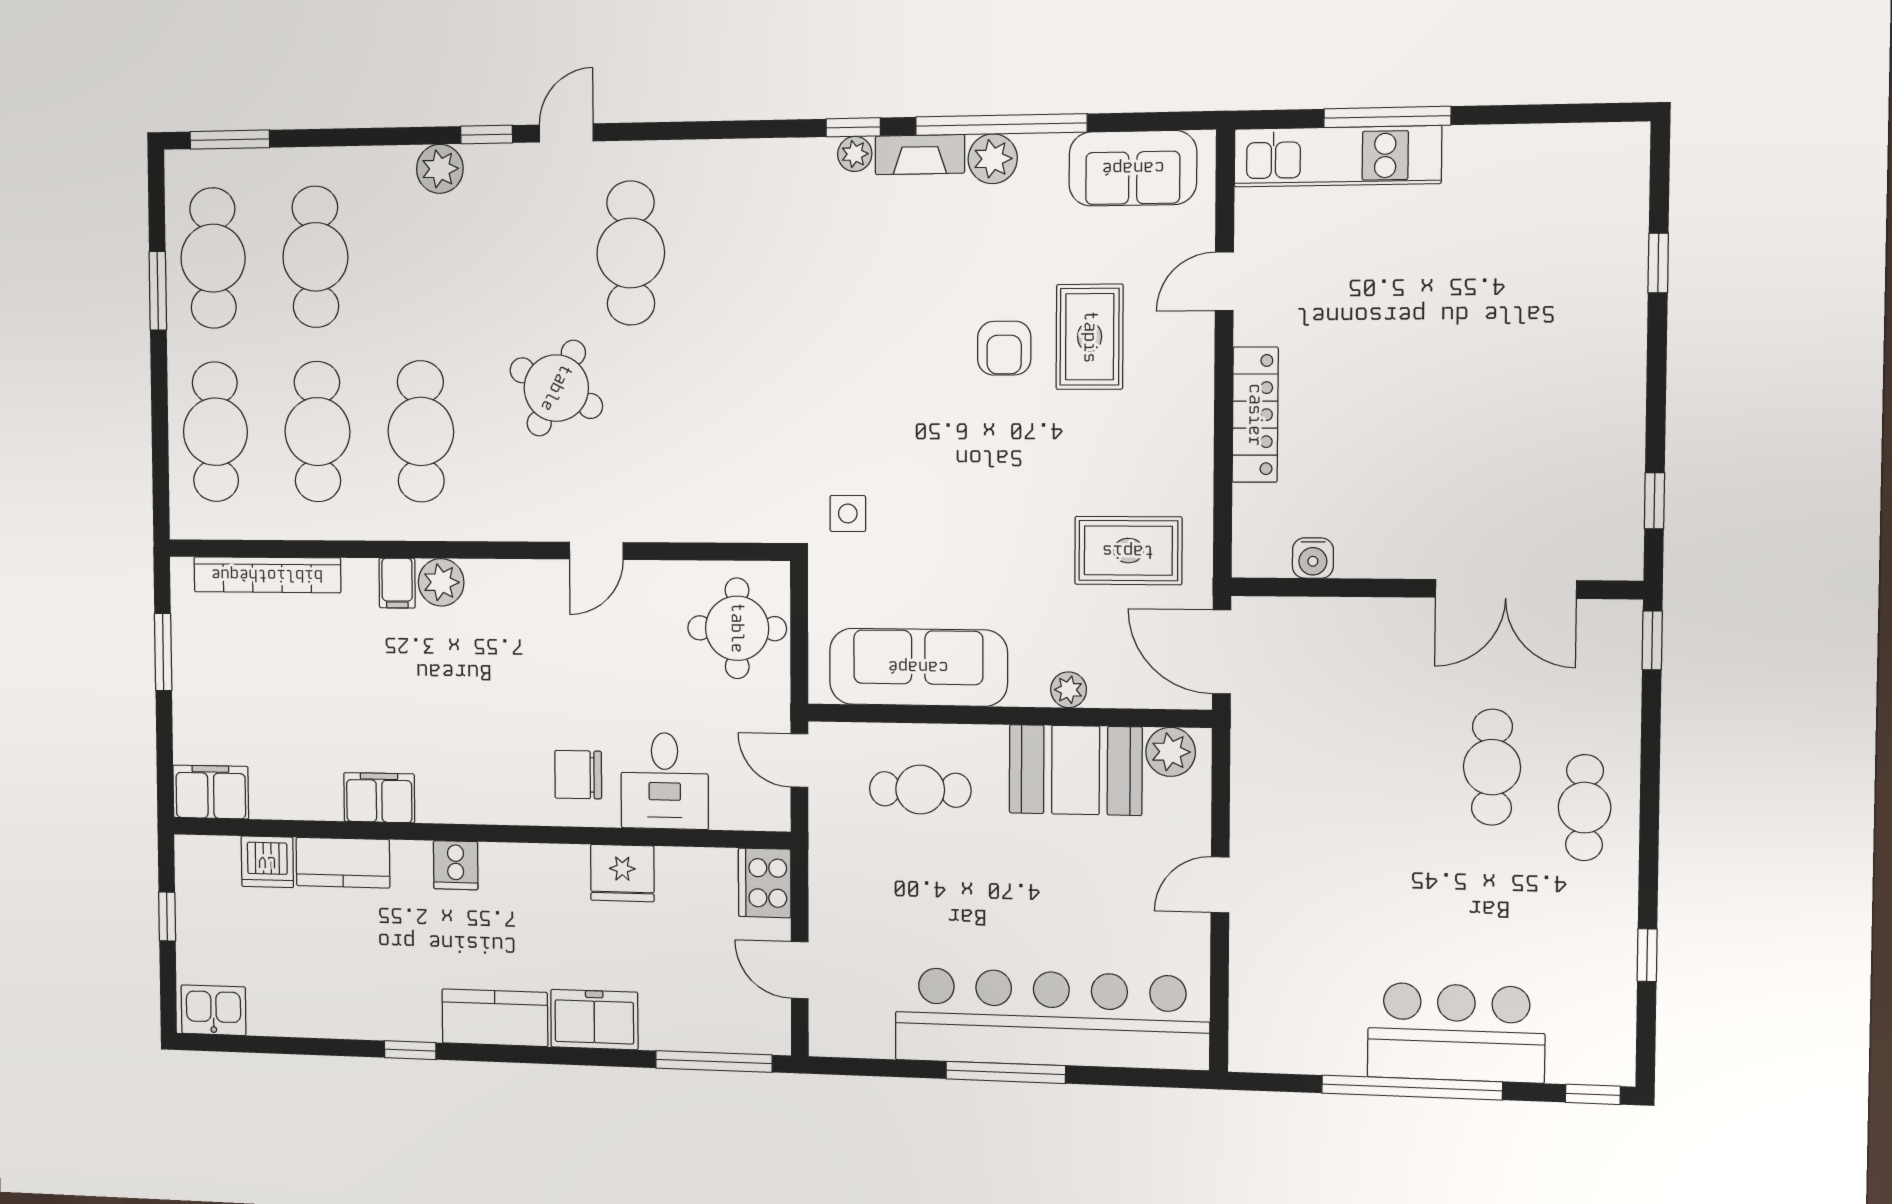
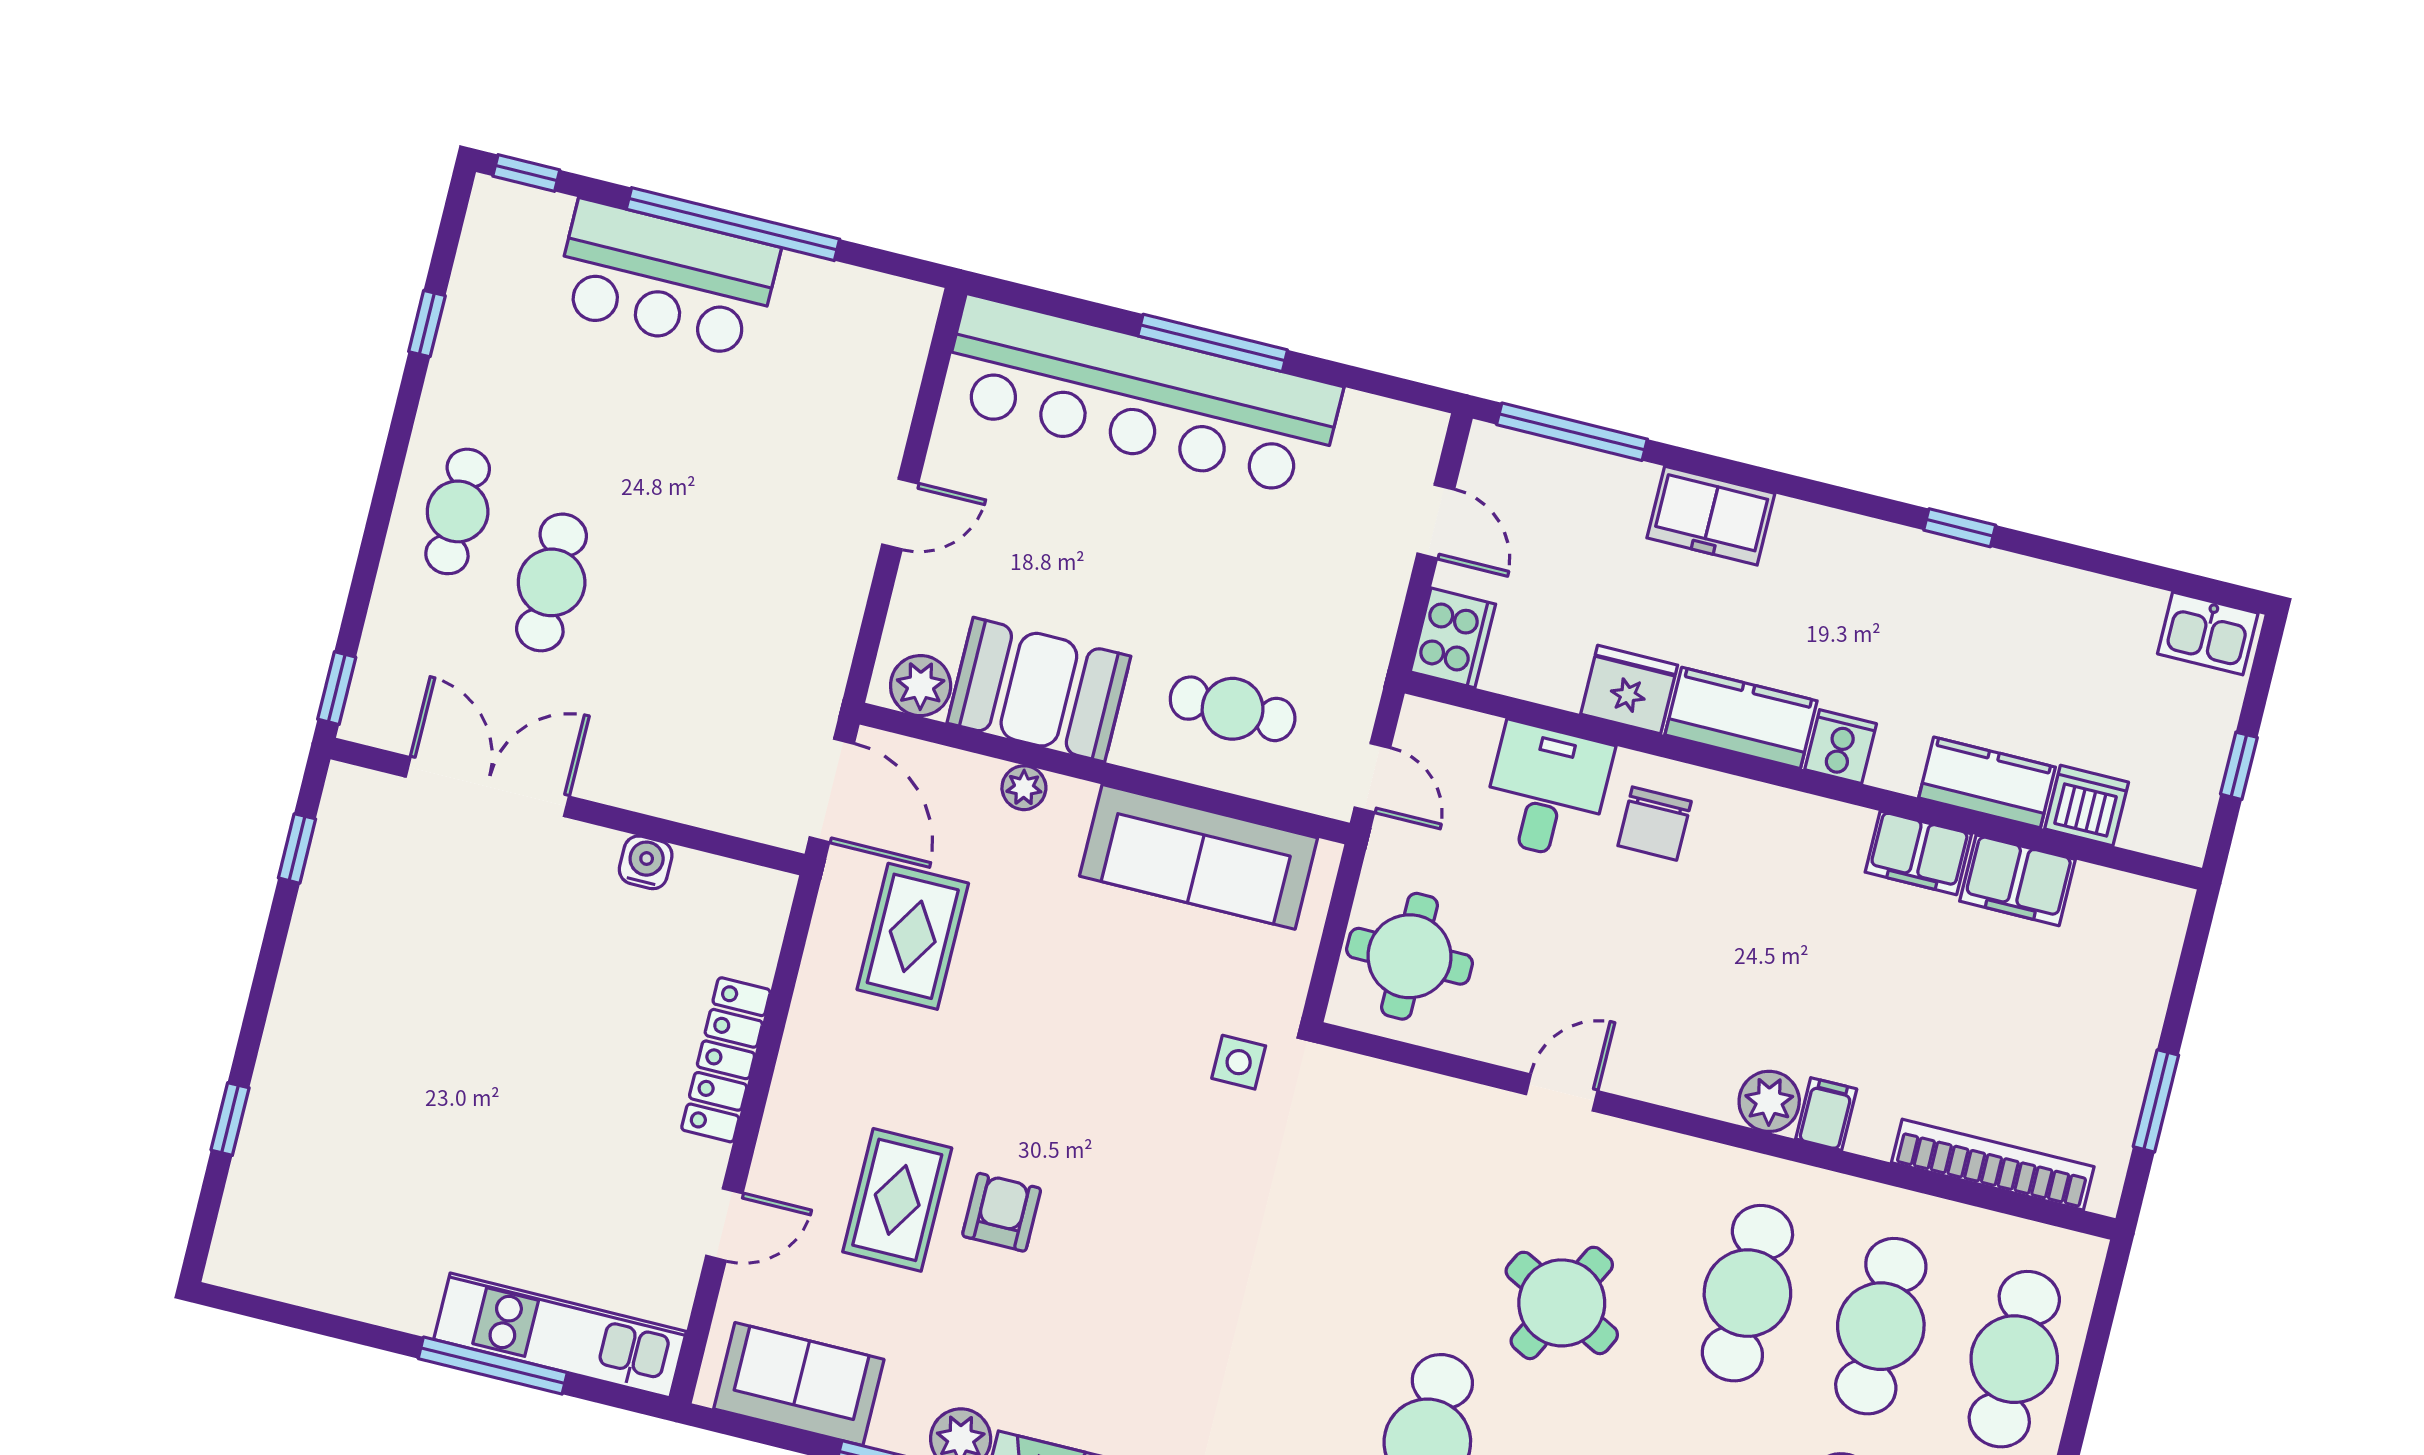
rug: (1128, 551) -> (913, 936), turned 90
water cooler: (1313, 558) -> (646, 862), moved
chair: (578, 775) -> (1655, 824), turned 90
filing cabinet: (211, 792) -> (2018, 880), moved
kitchen counter: (495, 1018) -> (1741, 718), moved, turned 180

